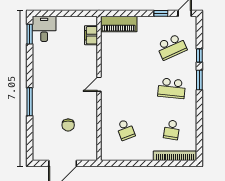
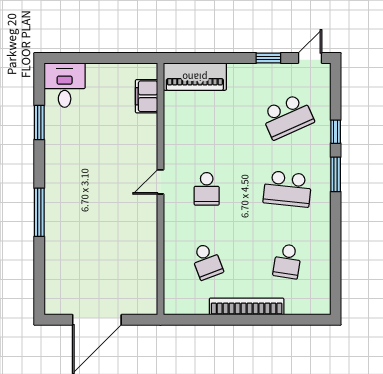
window: (30, 34) -> (39, 123), moved
school desk: (125, 88) -> (207, 189), added
chair: (68, 125) -> (107, 253), removed
bookcase: (175, 156) -> (247, 306), moved

